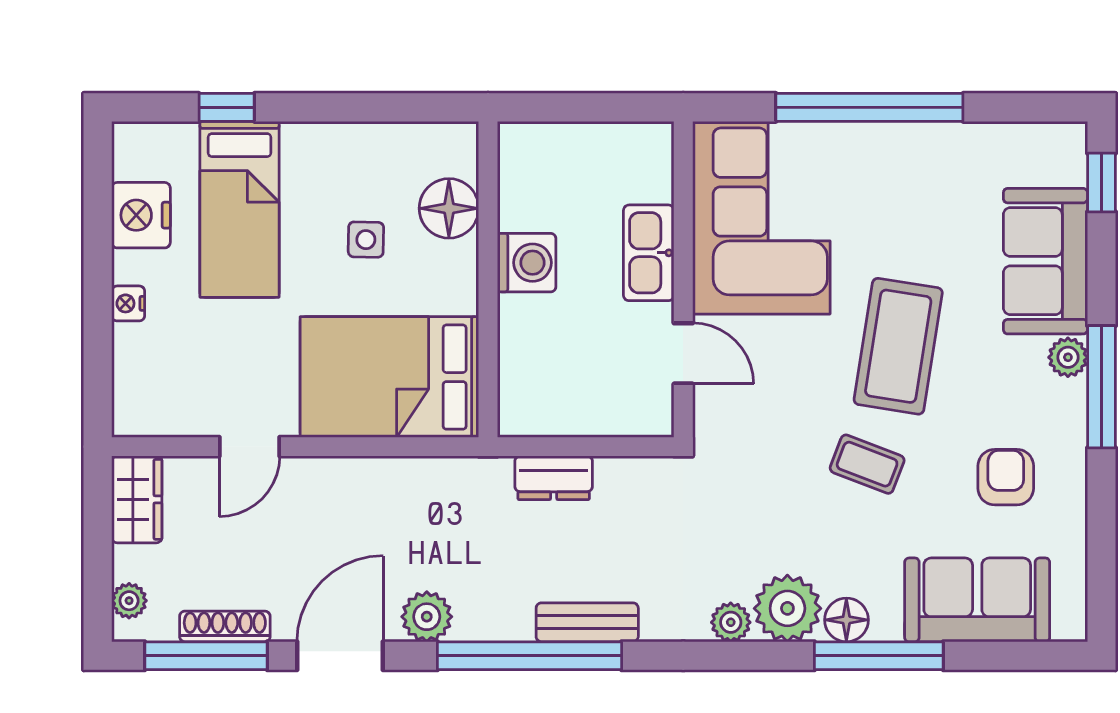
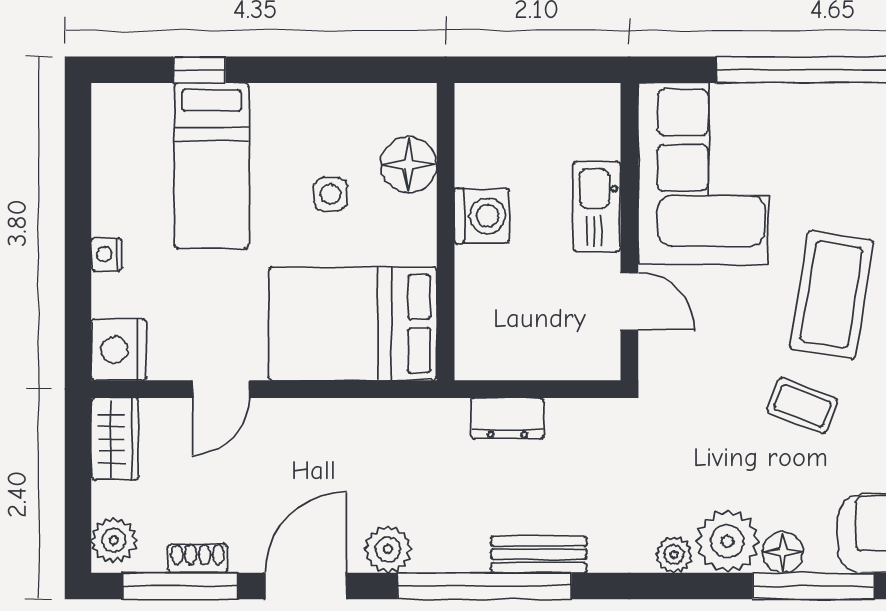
nightstand: (141, 215) -> (119, 350), moved
plant: (129, 601) -> (114, 540), width x1.38, depth x1.38
shoe rack: (225, 626) -> (198, 558), width x0.70

